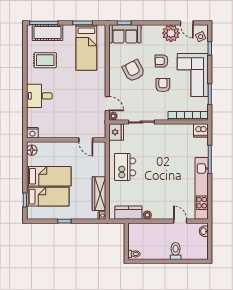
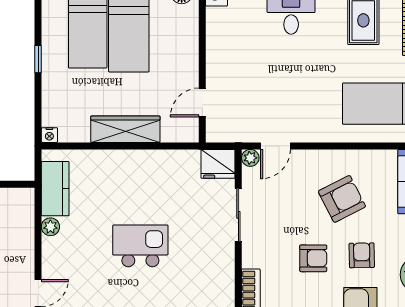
kitchen island: (125, 167) -> (140, 246), moved
wardrobe: (99, 194) -> (125, 129), moved

